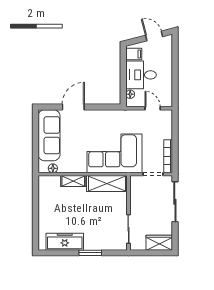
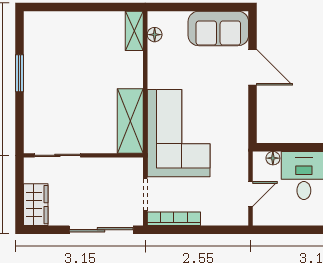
sofa: (49, 135) -> (218, 28), width x0.73
shelving: (73, 181) -> (134, 31), moved
freezer: (65, 242) -> (37, 54), removed
window: (90, 253) -> (19, 73), moved

